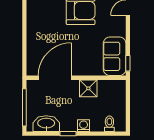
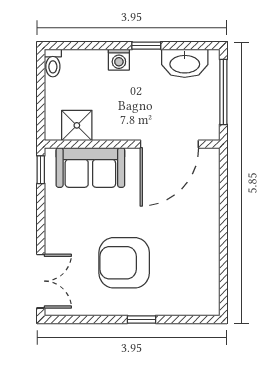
sofa: (115, 56) -> (90, 167), moved, turned 90
shower: (88, 88) -> (77, 125), moved
toilet: (109, 124) -> (53, 63), moved

